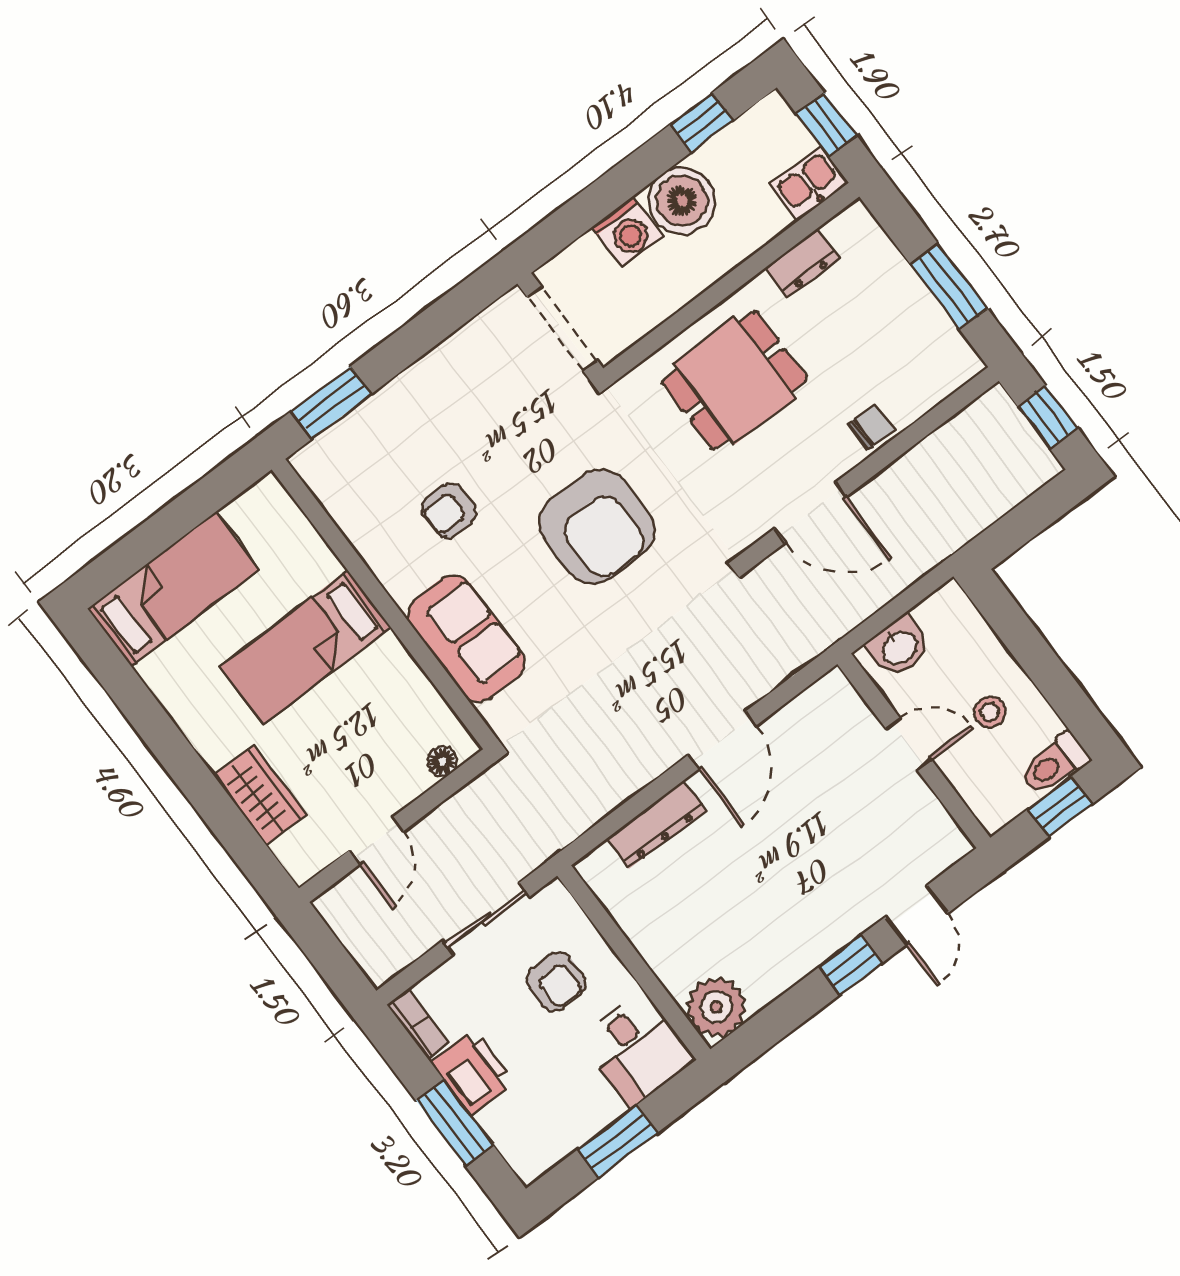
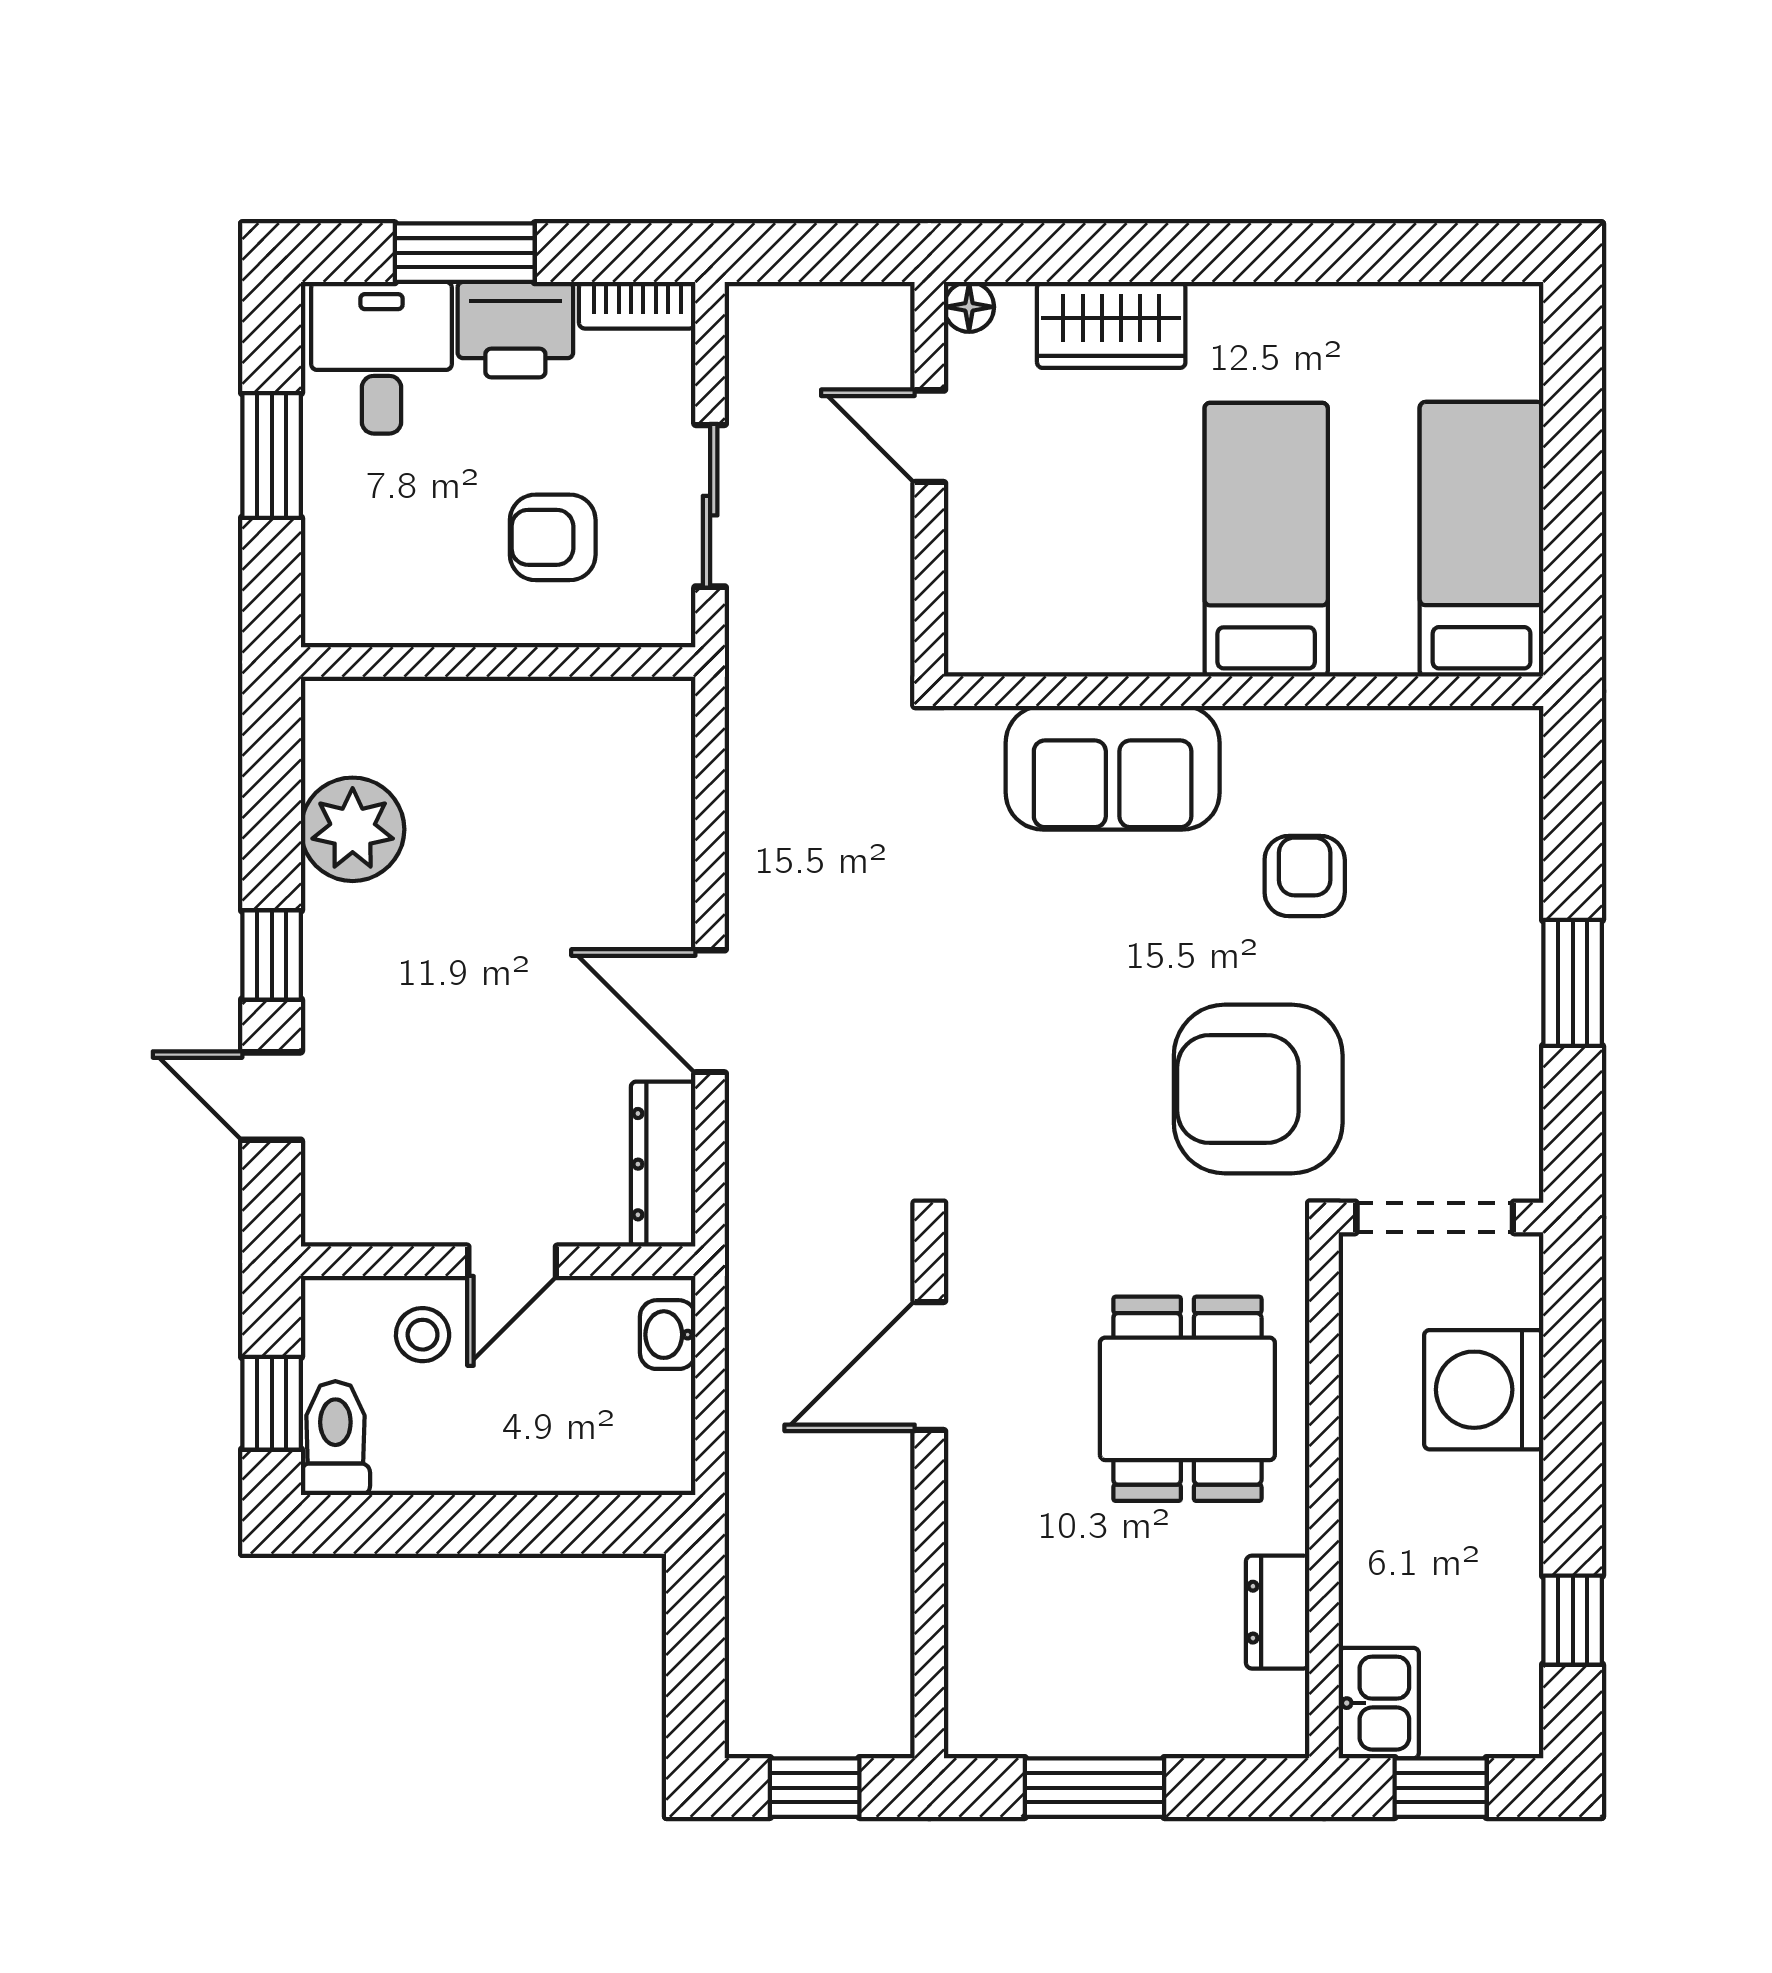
boiler: (682, 201) -> (1487, 1512), removed
washing machine: (627, 232) -> (1484, 1390), width x1.37, depth x1.37
window: (331, 402) -> (1573, 983), moved
chair: (871, 427) -> (983, 1537), removed
armchair: (597, 527) -> (1258, 1089), moved
bed: (173, 589) -> (1482, 539), moved, turned 180
washbasin: (899, 647) -> (668, 1335), width x0.72, depth x0.69
stool: (990, 712) -> (423, 1335), moved
floor lamp: (442, 762) -> (969, 307), moved
dresser: (656, 825) -> (663, 1164), moved
plant: (716, 1007) -> (353, 829), moved
desk: (637, 1049) -> (382, 358), moved, turned 90

